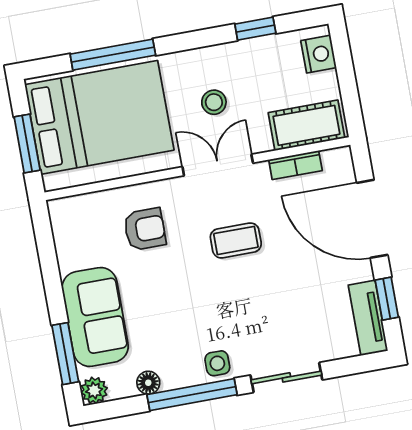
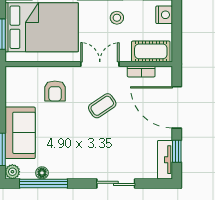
stool: (214, 102) -> (117, 18), moved
armchair: (145, 229) -> (55, 91), turned 90
coffee table: (236, 240) -> (102, 106), turned -34
side table: (217, 363) -> (81, 169), removed
window: (192, 395) -> (43, 183), moved

